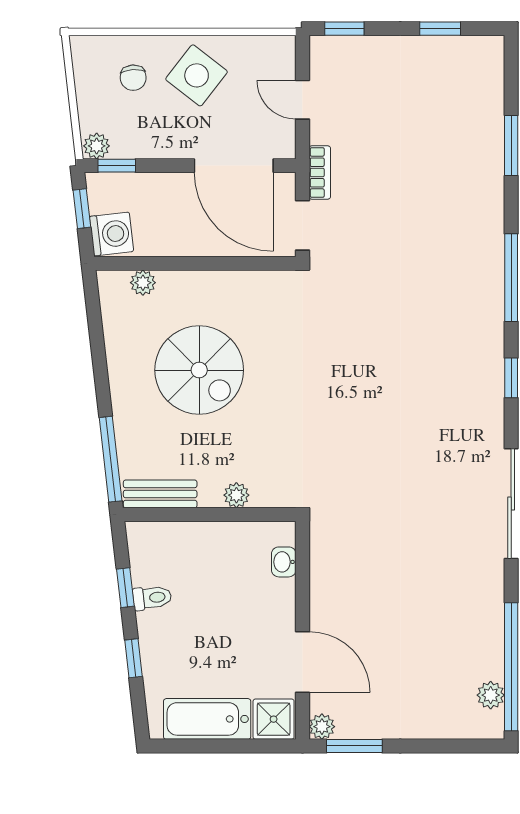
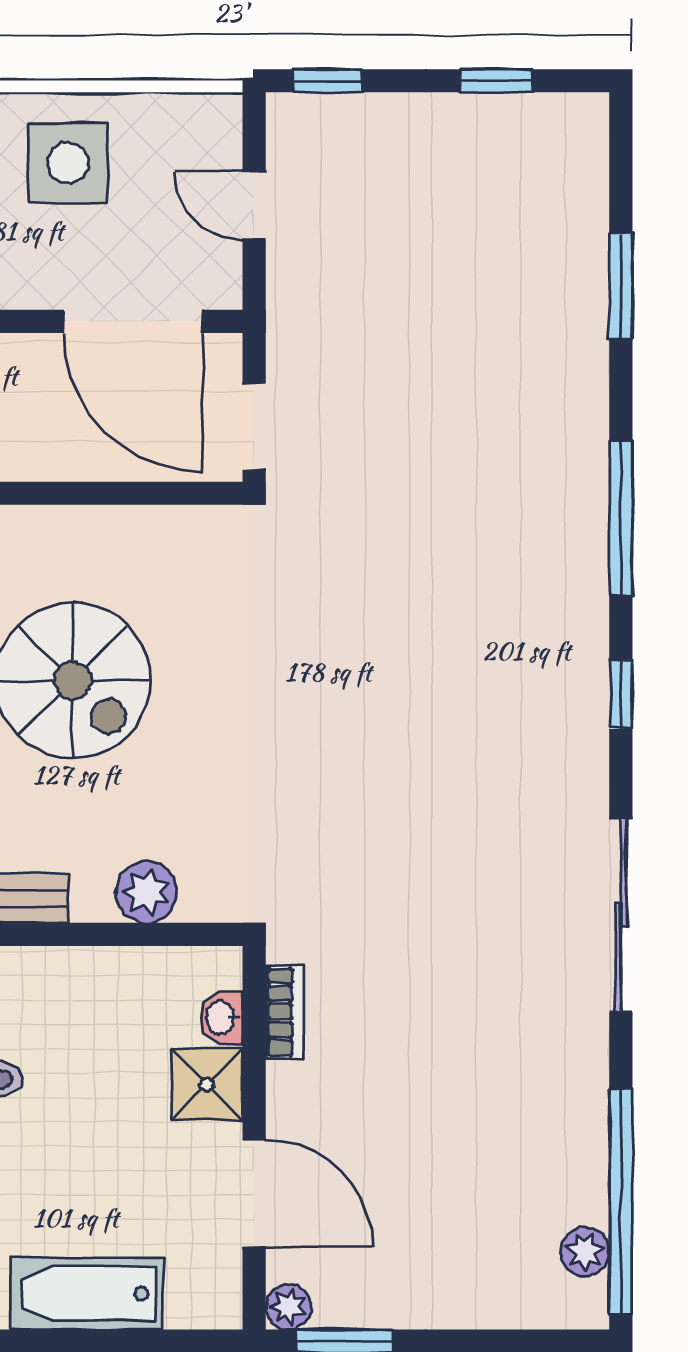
side table: (197, 75) -> (68, 163), turned -38
bookcase: (320, 173) -> (284, 1012), moved
plant: (236, 495) -> (147, 892), width x1.38, depth x1.38
shower: (274, 719) -> (207, 1085), moved

